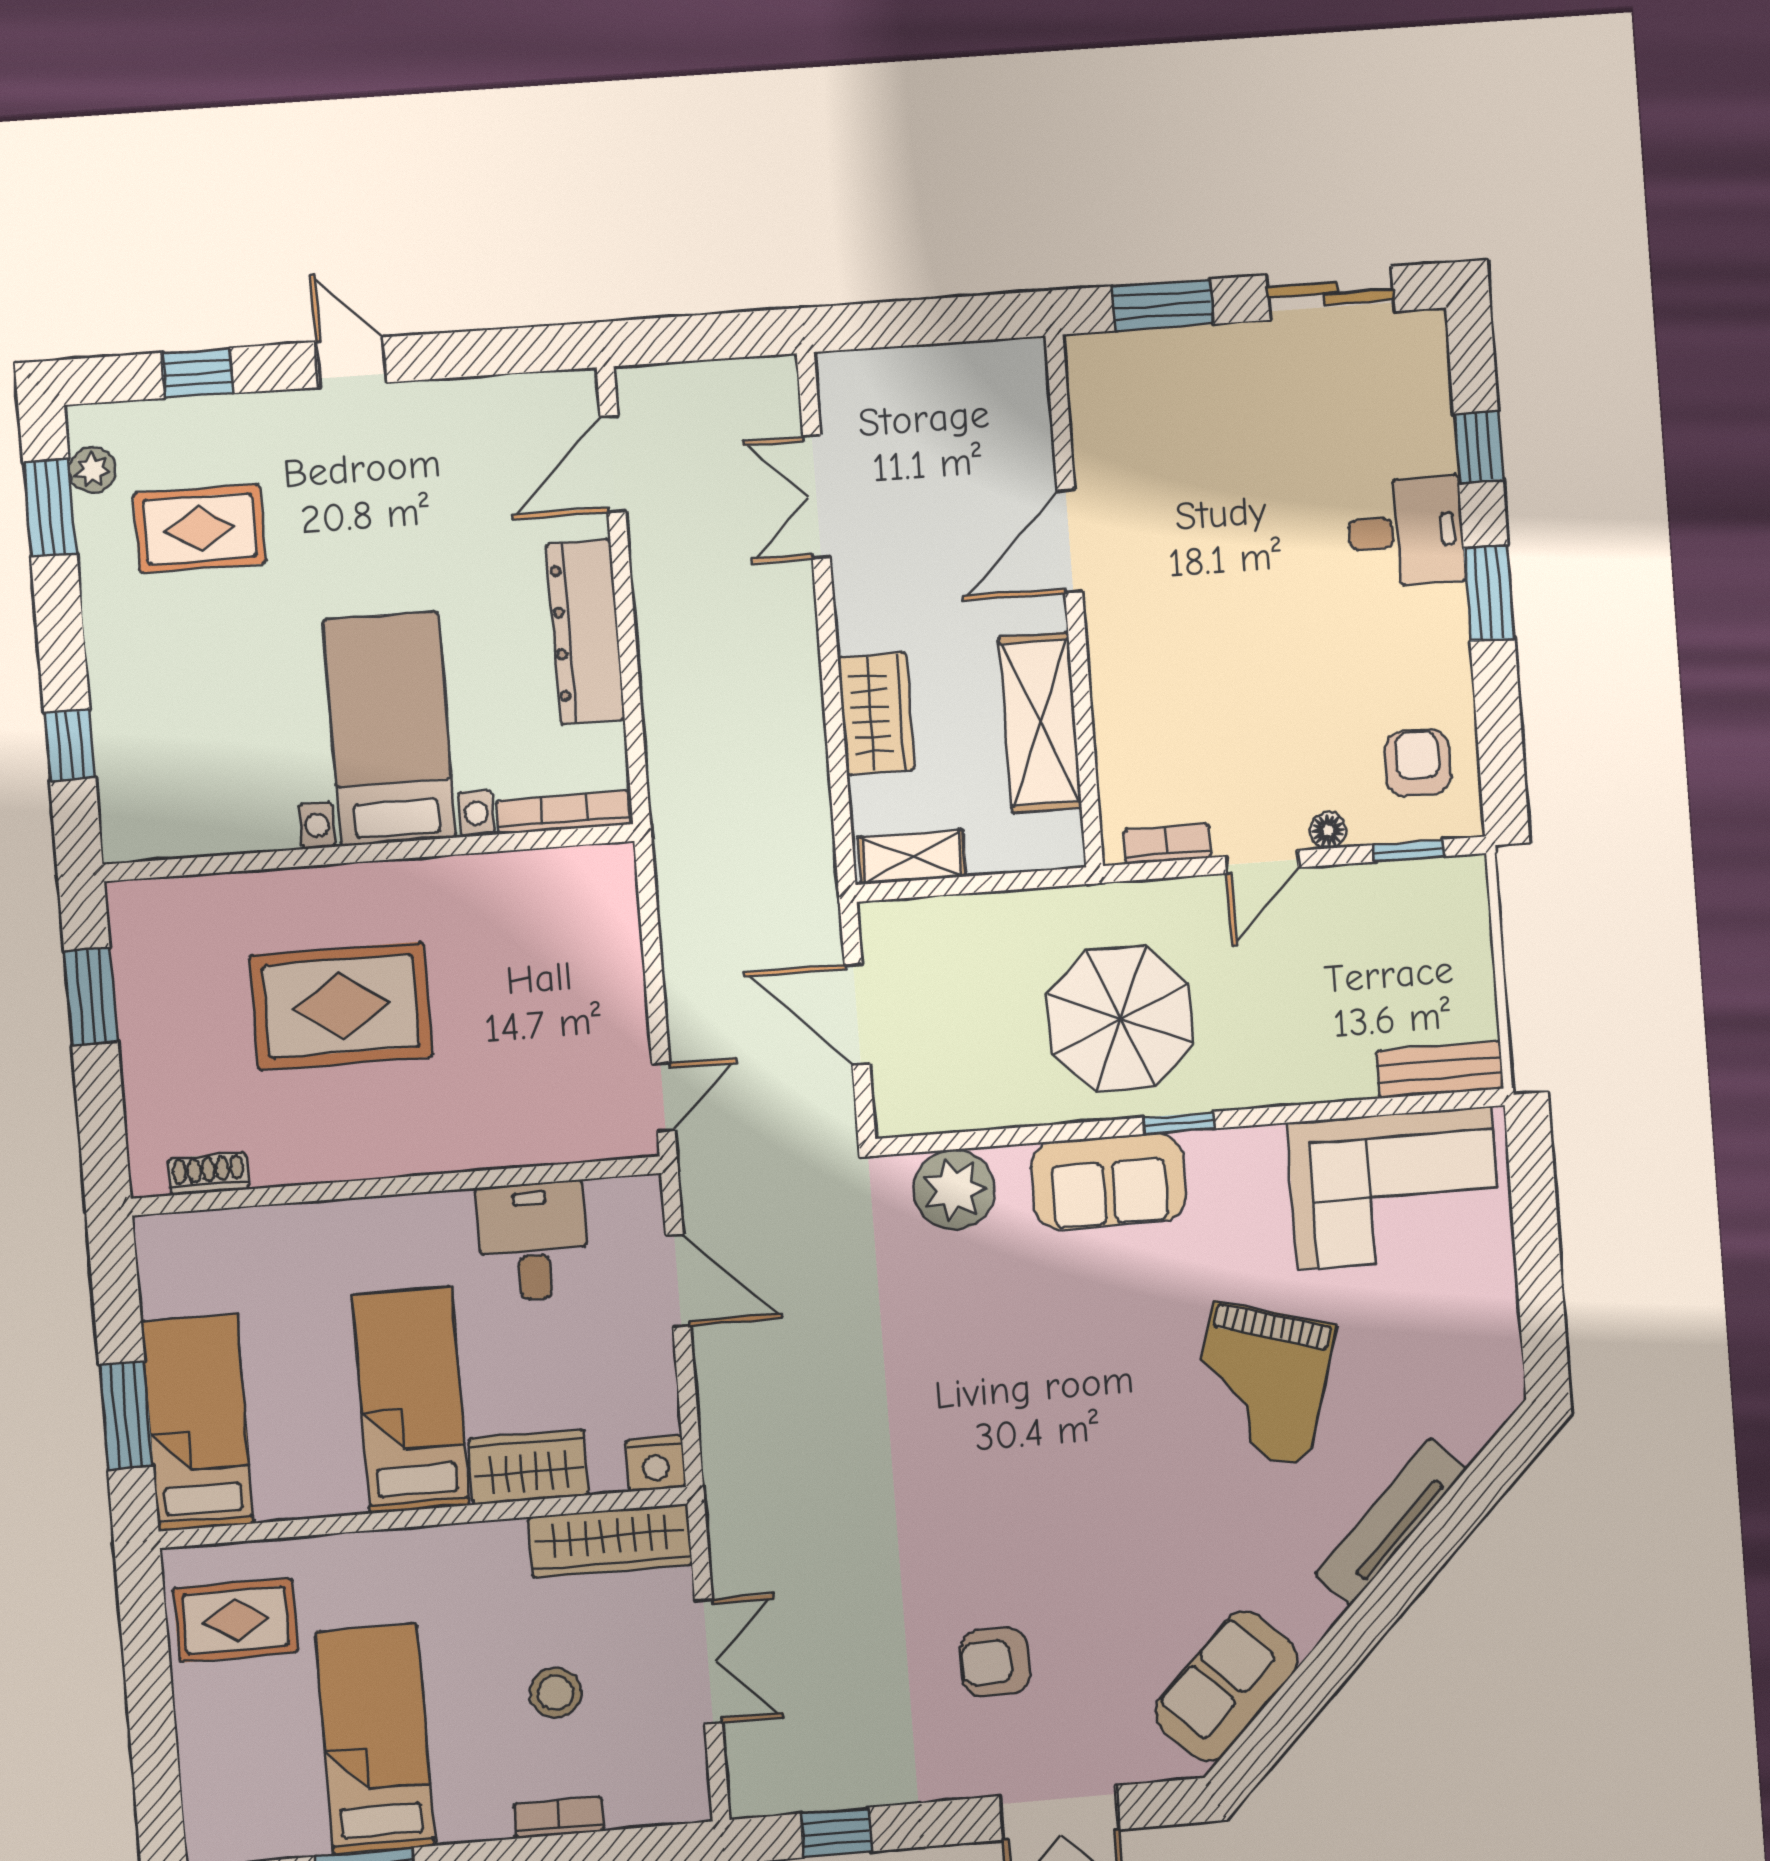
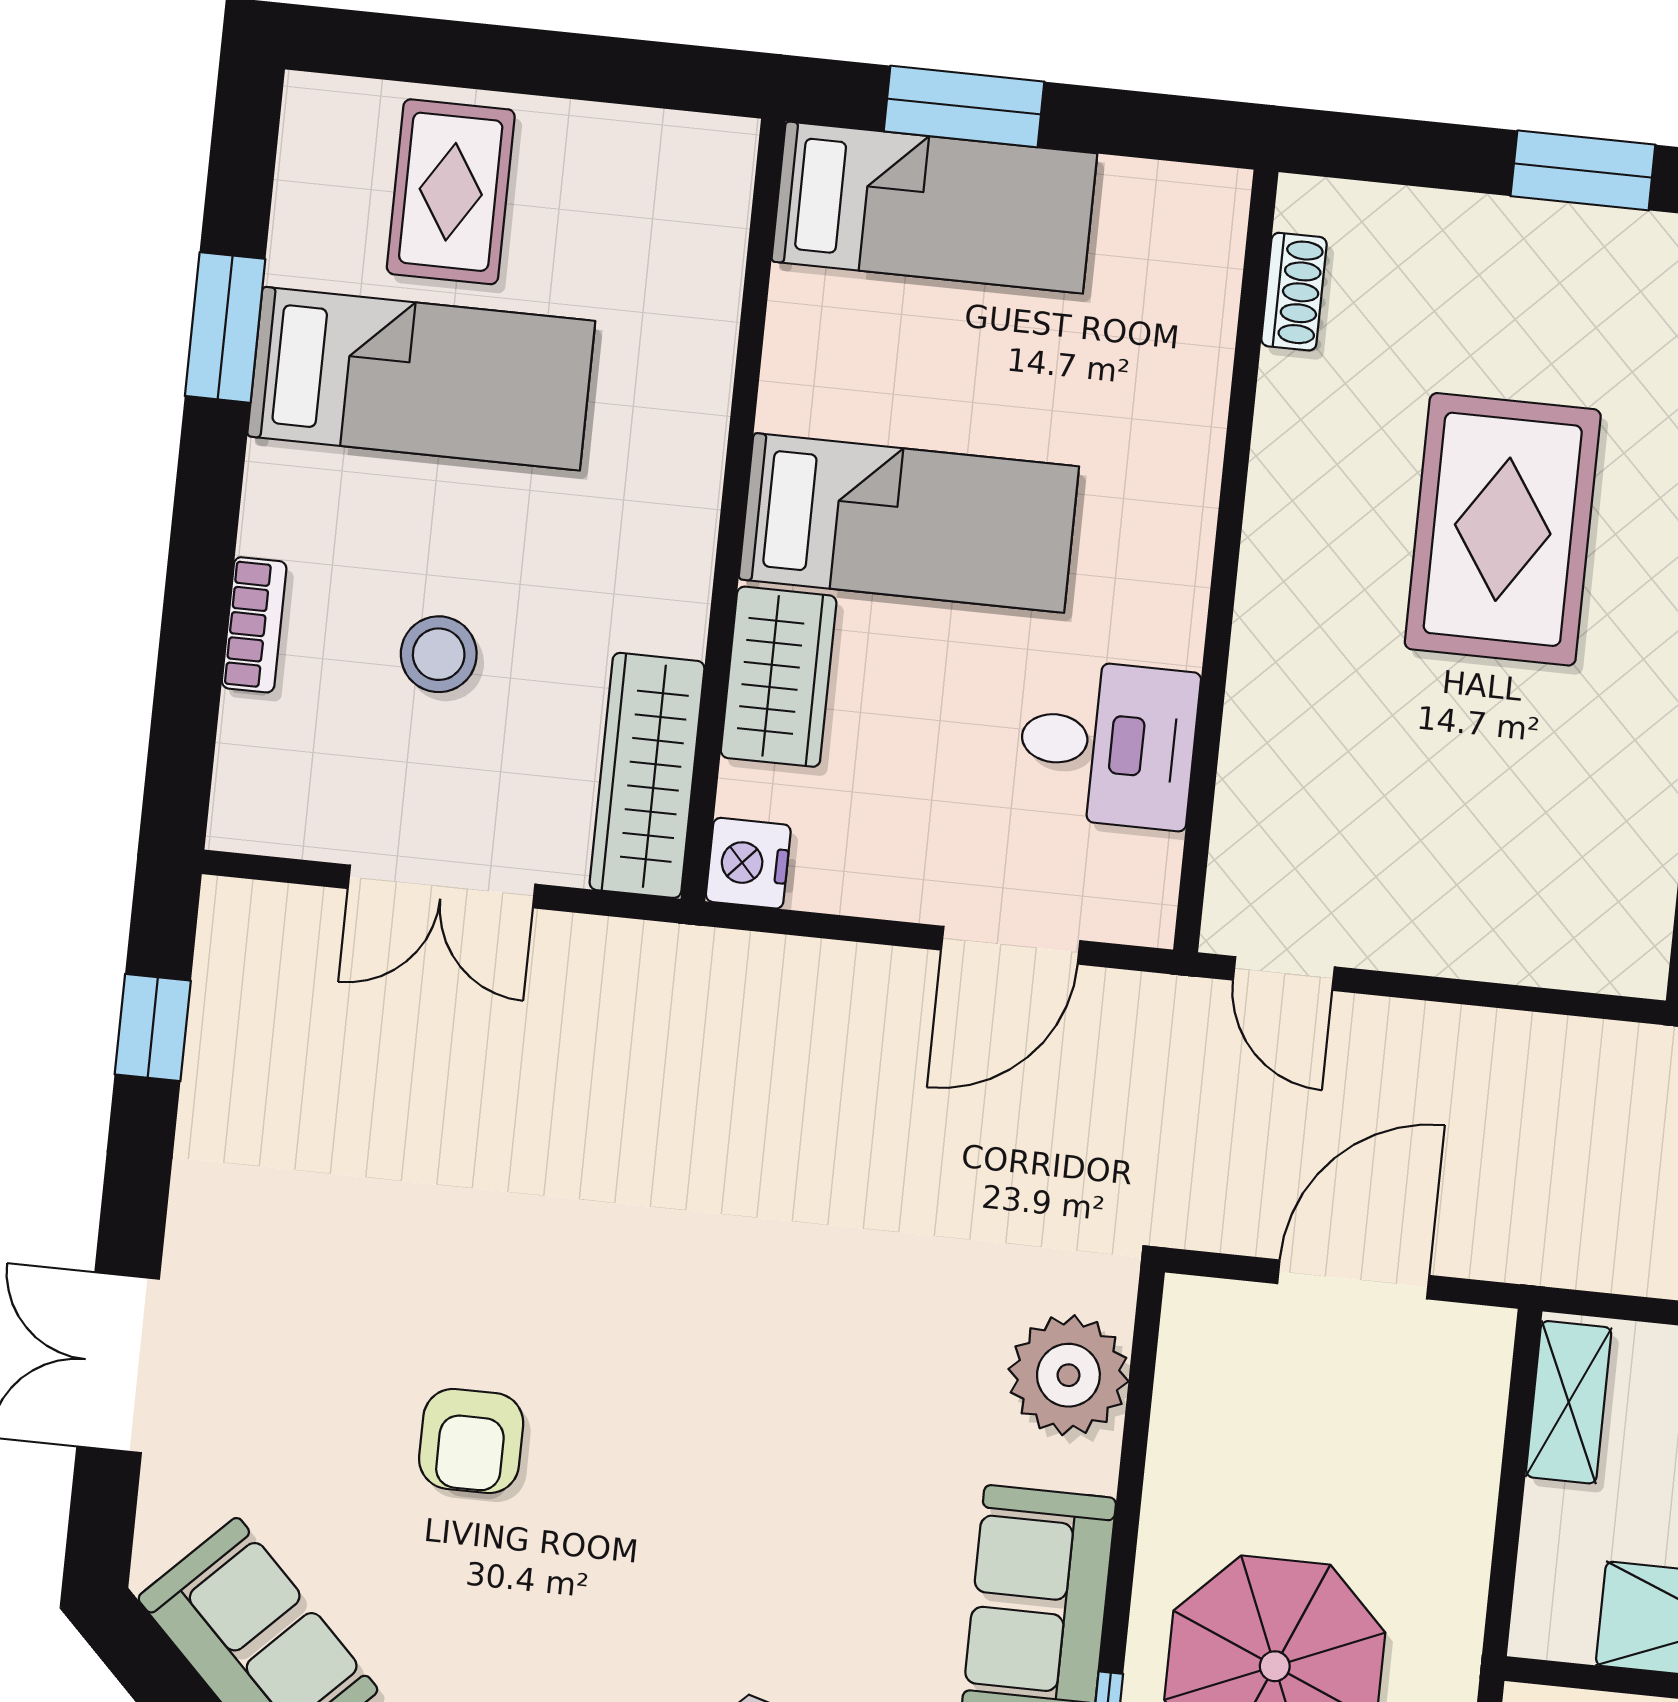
rug: (236, 1620) -> (451, 192), moved
armchair: (995, 1662) -> (471, 1441), moved, turned 180

